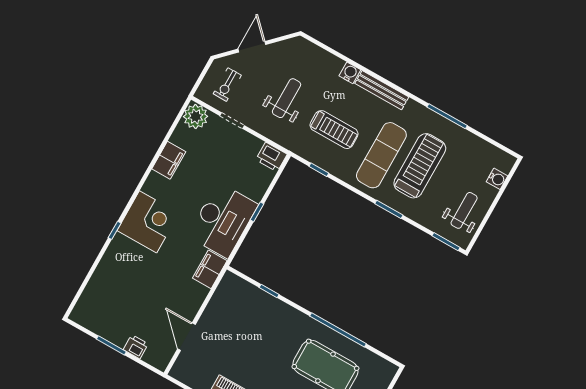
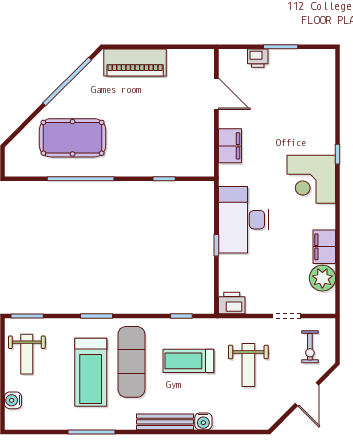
exercise bike: (227, 85) -> (310, 347), turned 180
plant: (196, 116) -> (322, 278), moved
filing cabinet: (210, 269) -> (230, 146), moved

